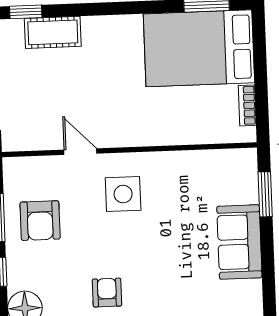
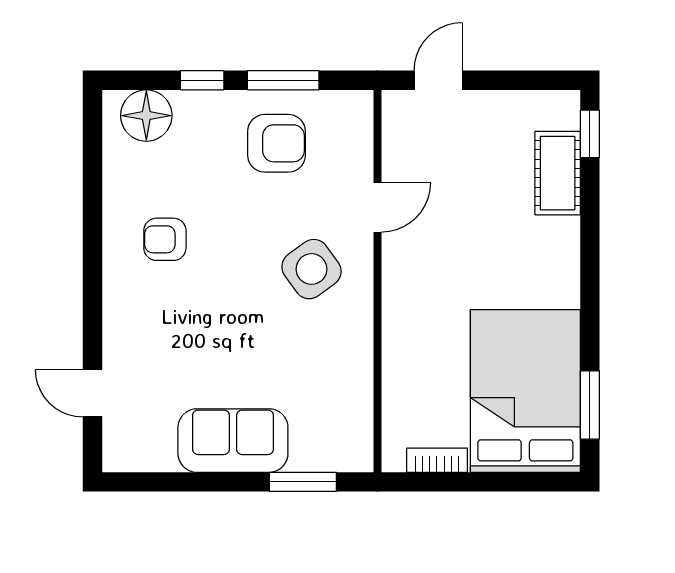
side table: (123, 194) -> (311, 269), turned -36
armchair: (40, 221) -> (277, 143), turned 180
armchair: (107, 293) -> (165, 239), turned 180

